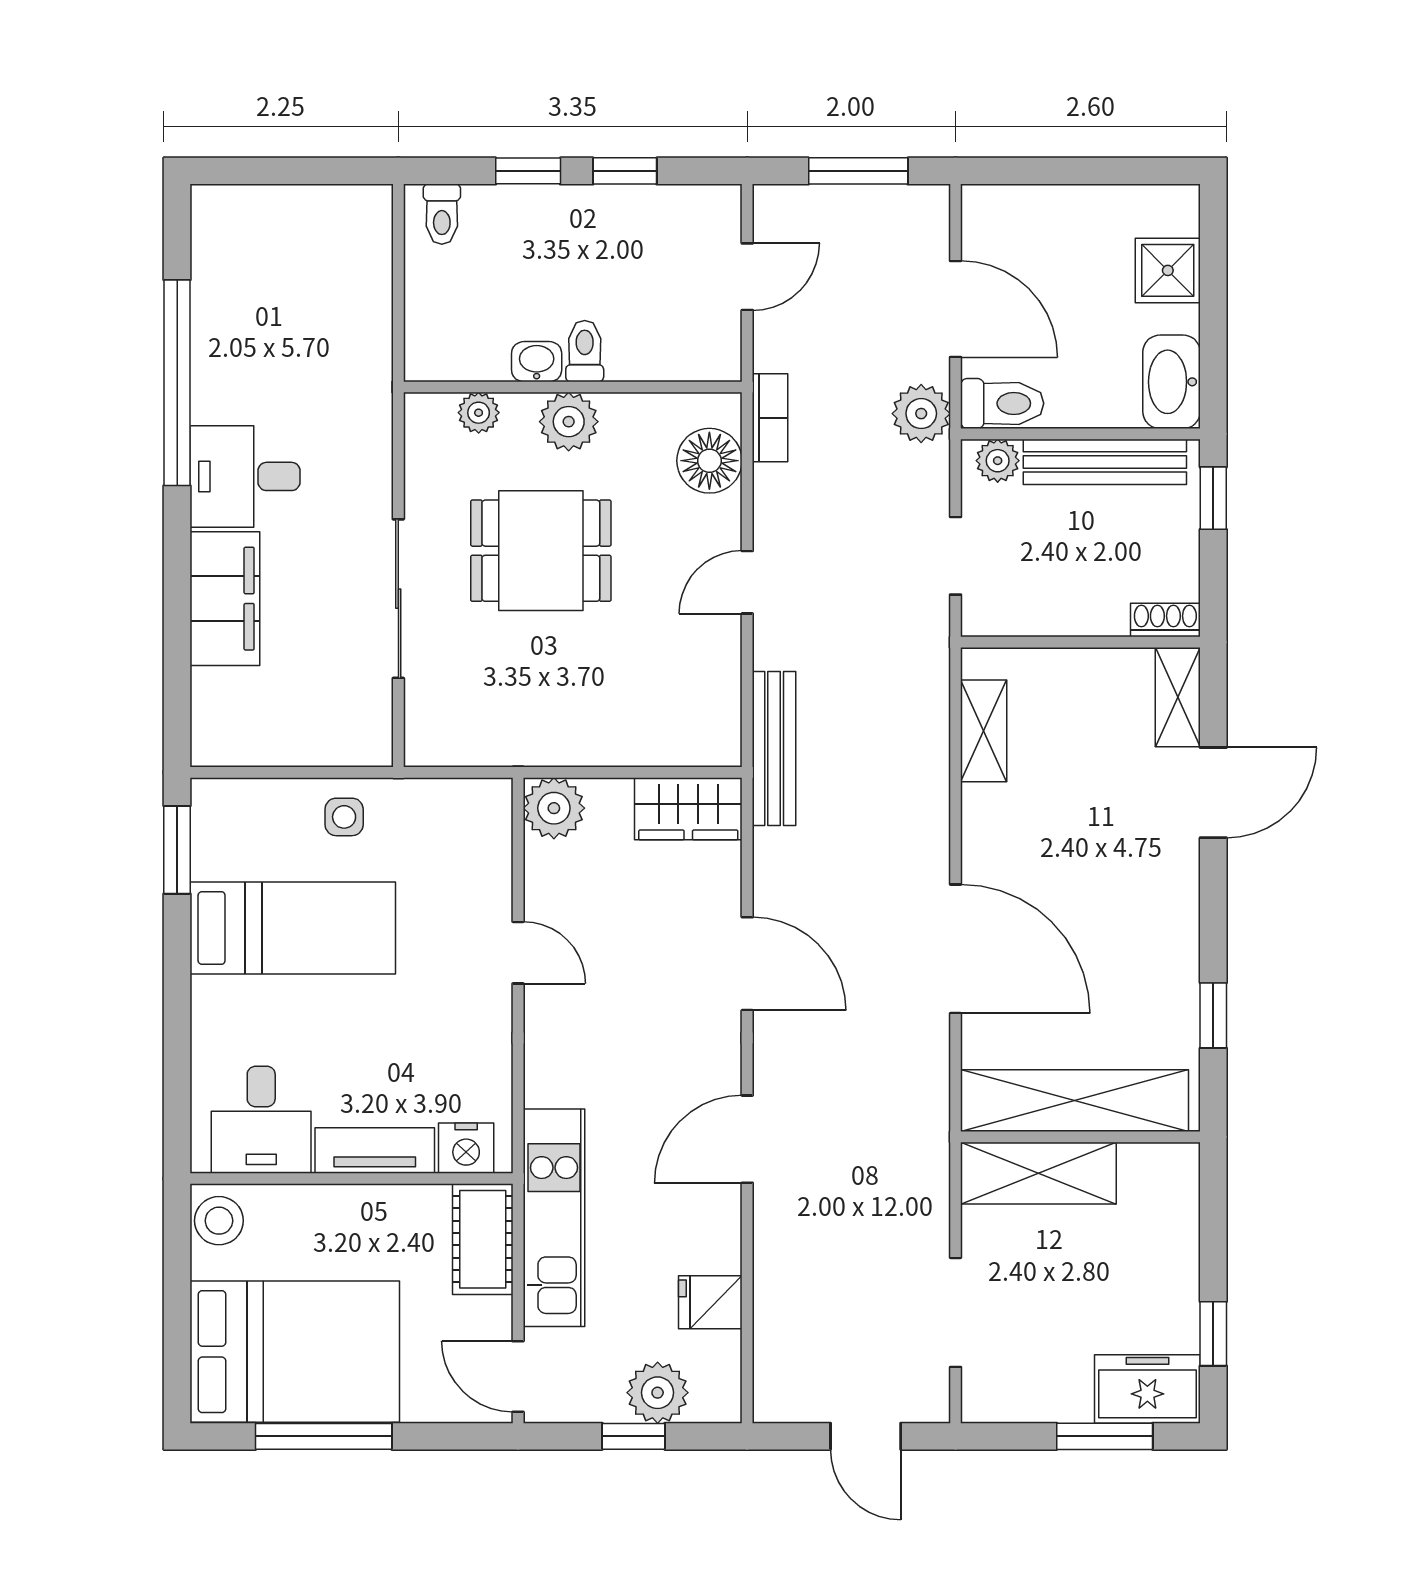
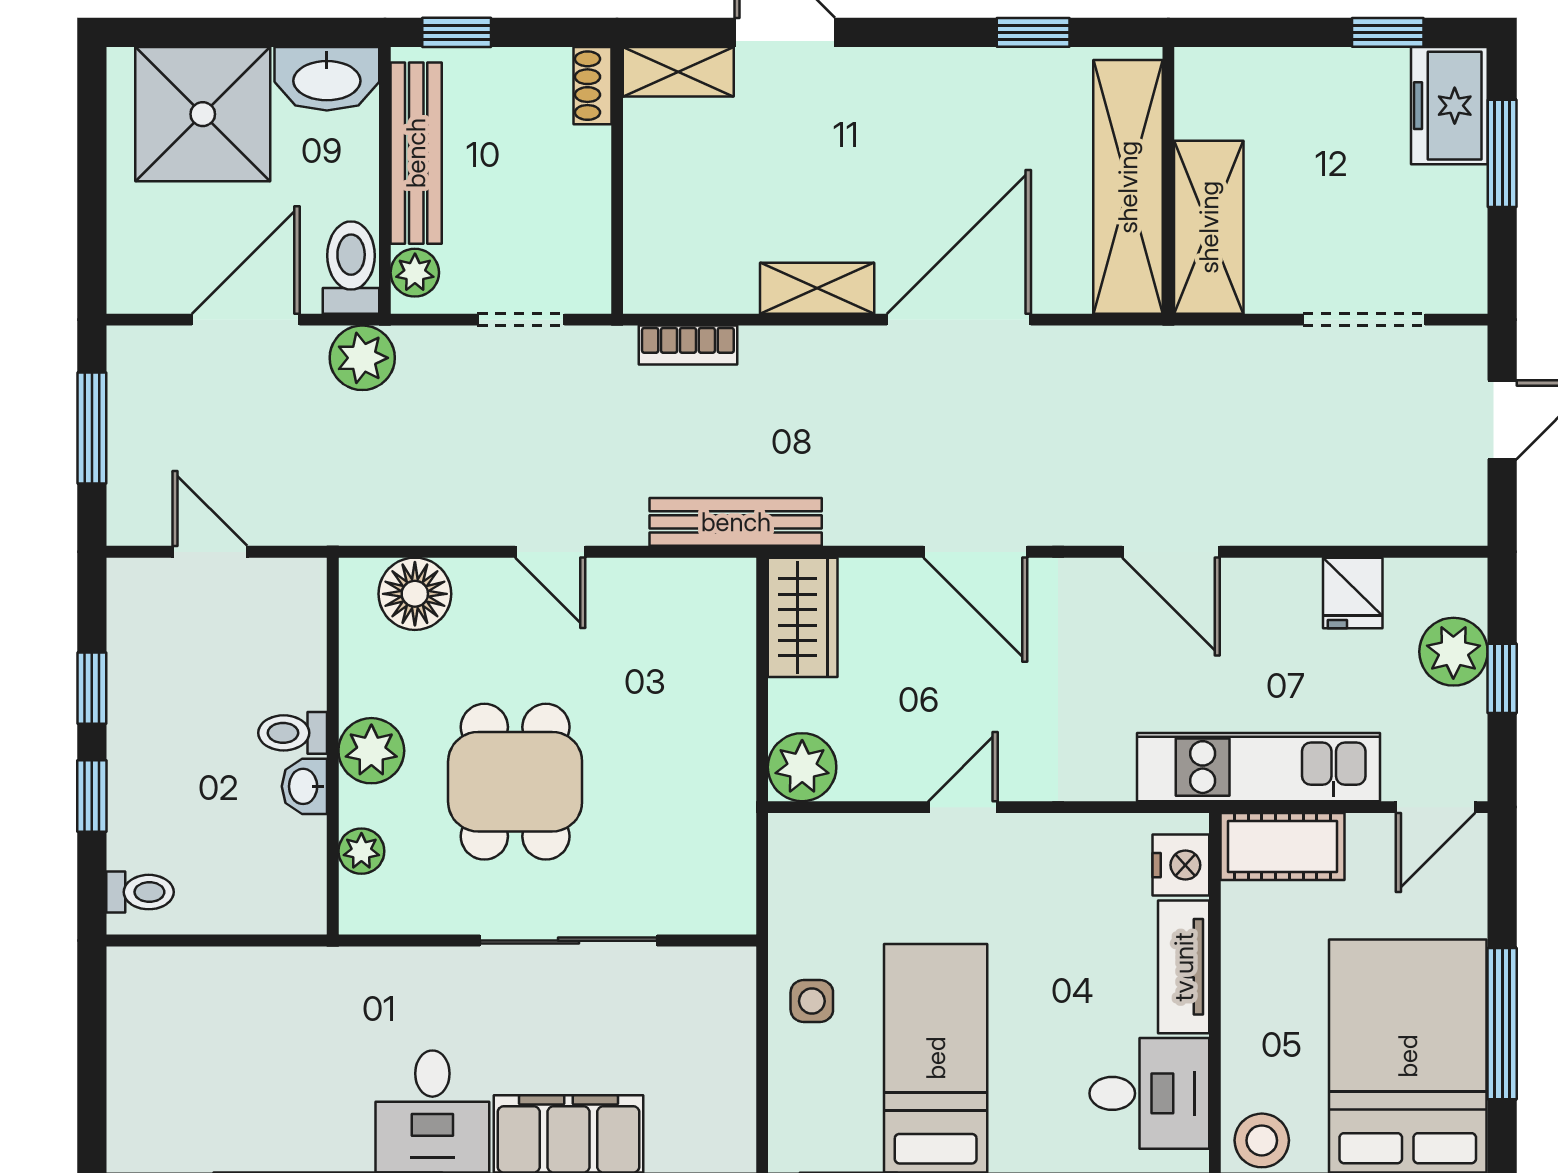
shower: (1168, 270) -> (203, 114), width x1.86, depth x1.86
bookcase: (770, 418) -> (688, 345), moved, turned 180
shelving: (984, 731) -> (817, 288), moved
door: (747, 964) -> (975, 552), swing flipped

